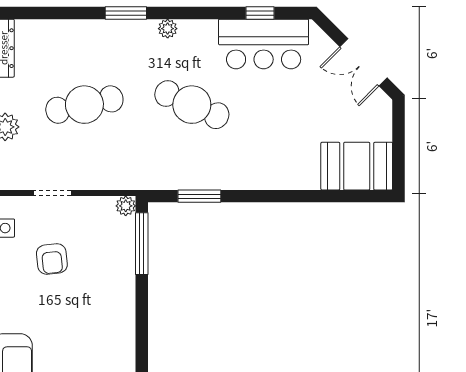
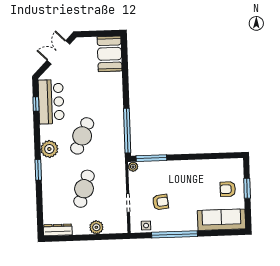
plant: (168, 29) -> (49, 149), width x1.87, depth x1.87
double door: (363, 62) -> (58, 52), swing flipped
cafe table: (84, 105) -> (84, 189), turned 30
window: (199, 196) -> (127, 131), width x2.11

